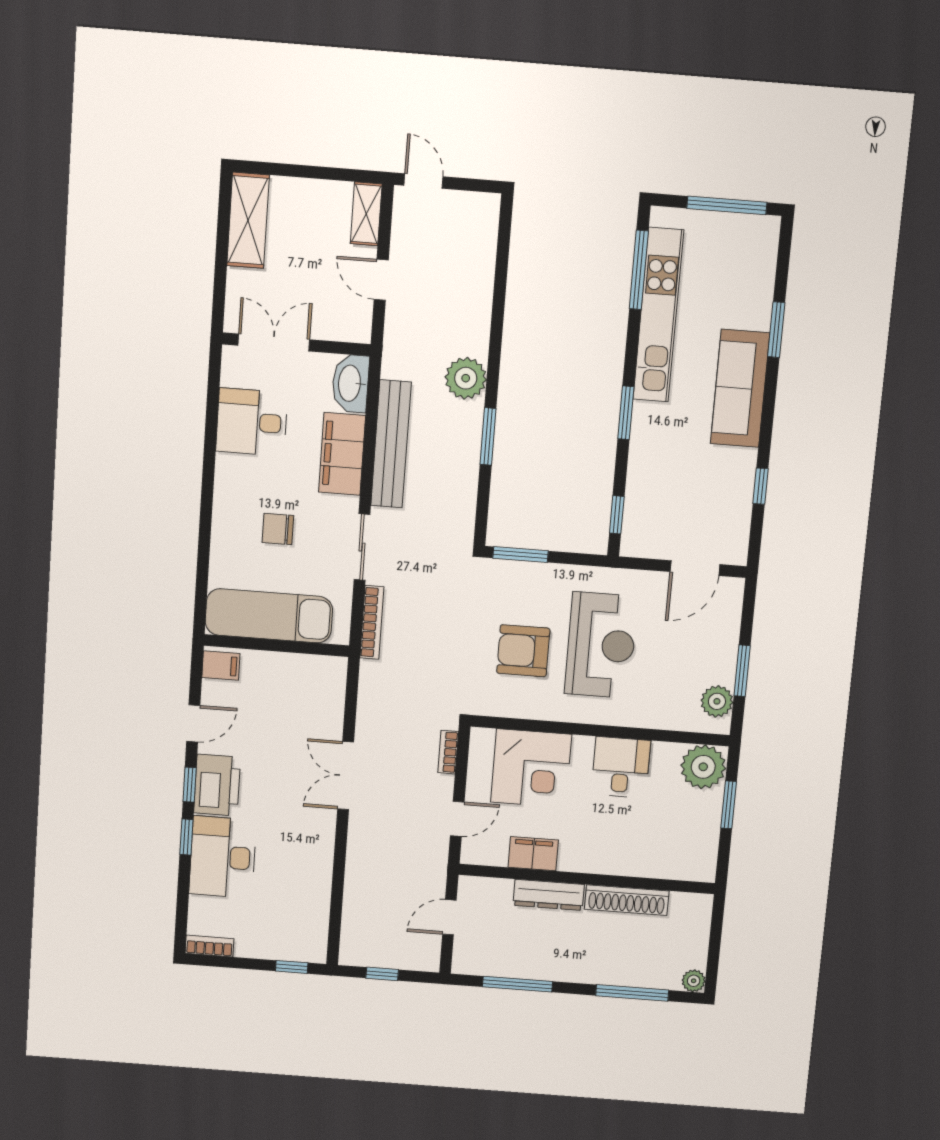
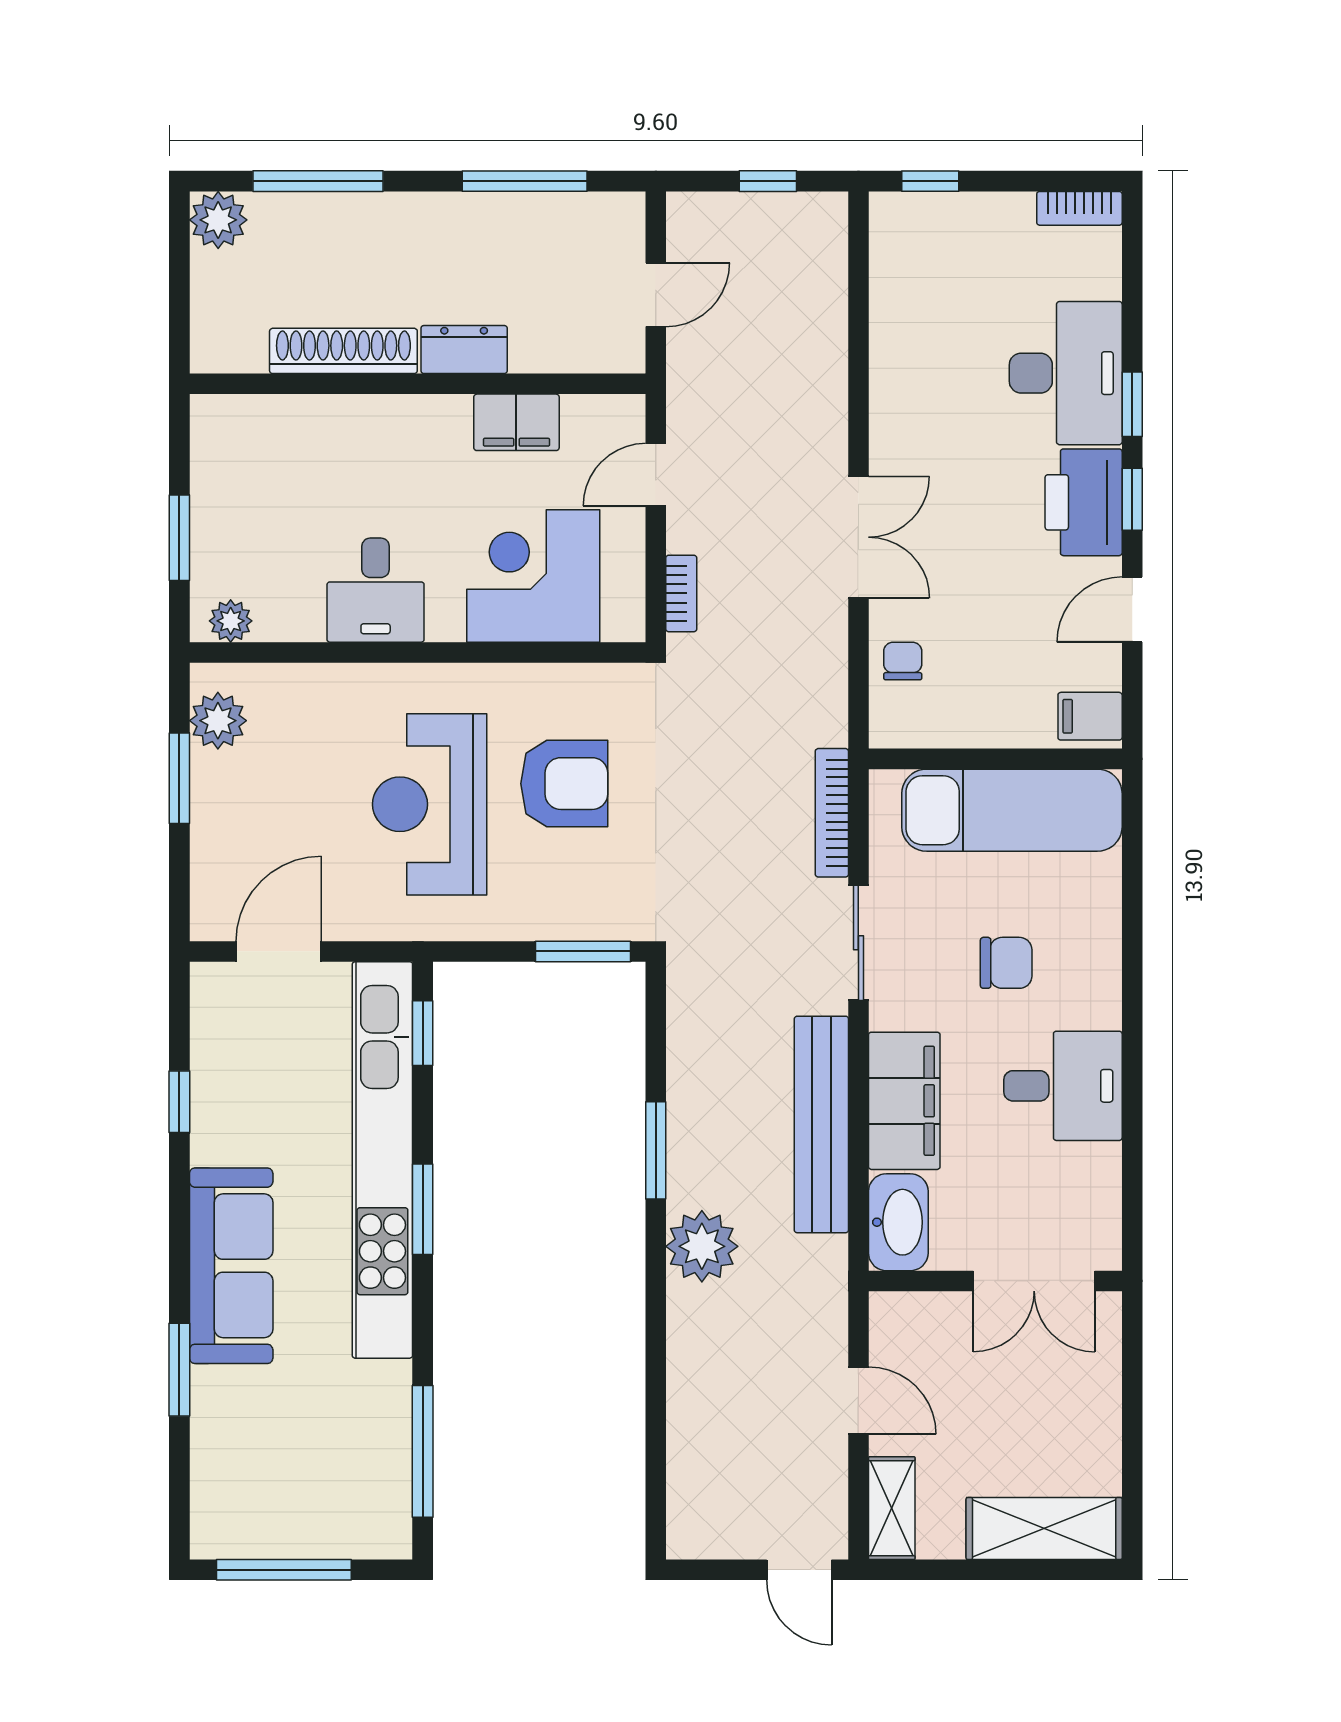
shelving: (248, 220) -> (1044, 1528), moved, turned 90
kitchen unit: (658, 315) -> (382, 1160), moved, width x1.36
desk: (252, 422) -> (1063, 1086), moved
chair: (325, 705) -> (903, 661), added
plant: (703, 767) -> (231, 621), width x0.53, depth x0.53
dresser: (549, 895) -> (464, 350), width x0.70
plant: (694, 981) -> (218, 220), width x1.38, depth x1.38

